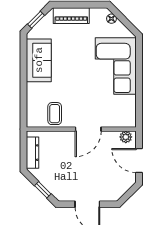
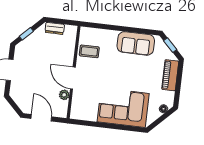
plant: (126, 137) -> (64, 95), moved
dresser: (33, 153) -> (55, 28), width x0.70
door: (139, 161) -> (41, 118), hinge flipped

